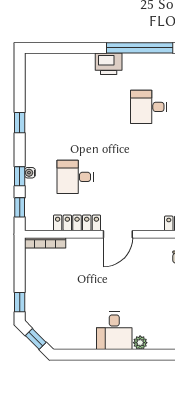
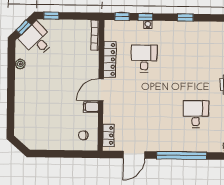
door: (118, 234) -> (101, 90), hinge flipped
filing cabinet: (141, 247) -> (91, 107), added
desk: (114, 331) -> (37, 39), moved, turned 45
plant: (140, 343) -> (20, 64), moved

